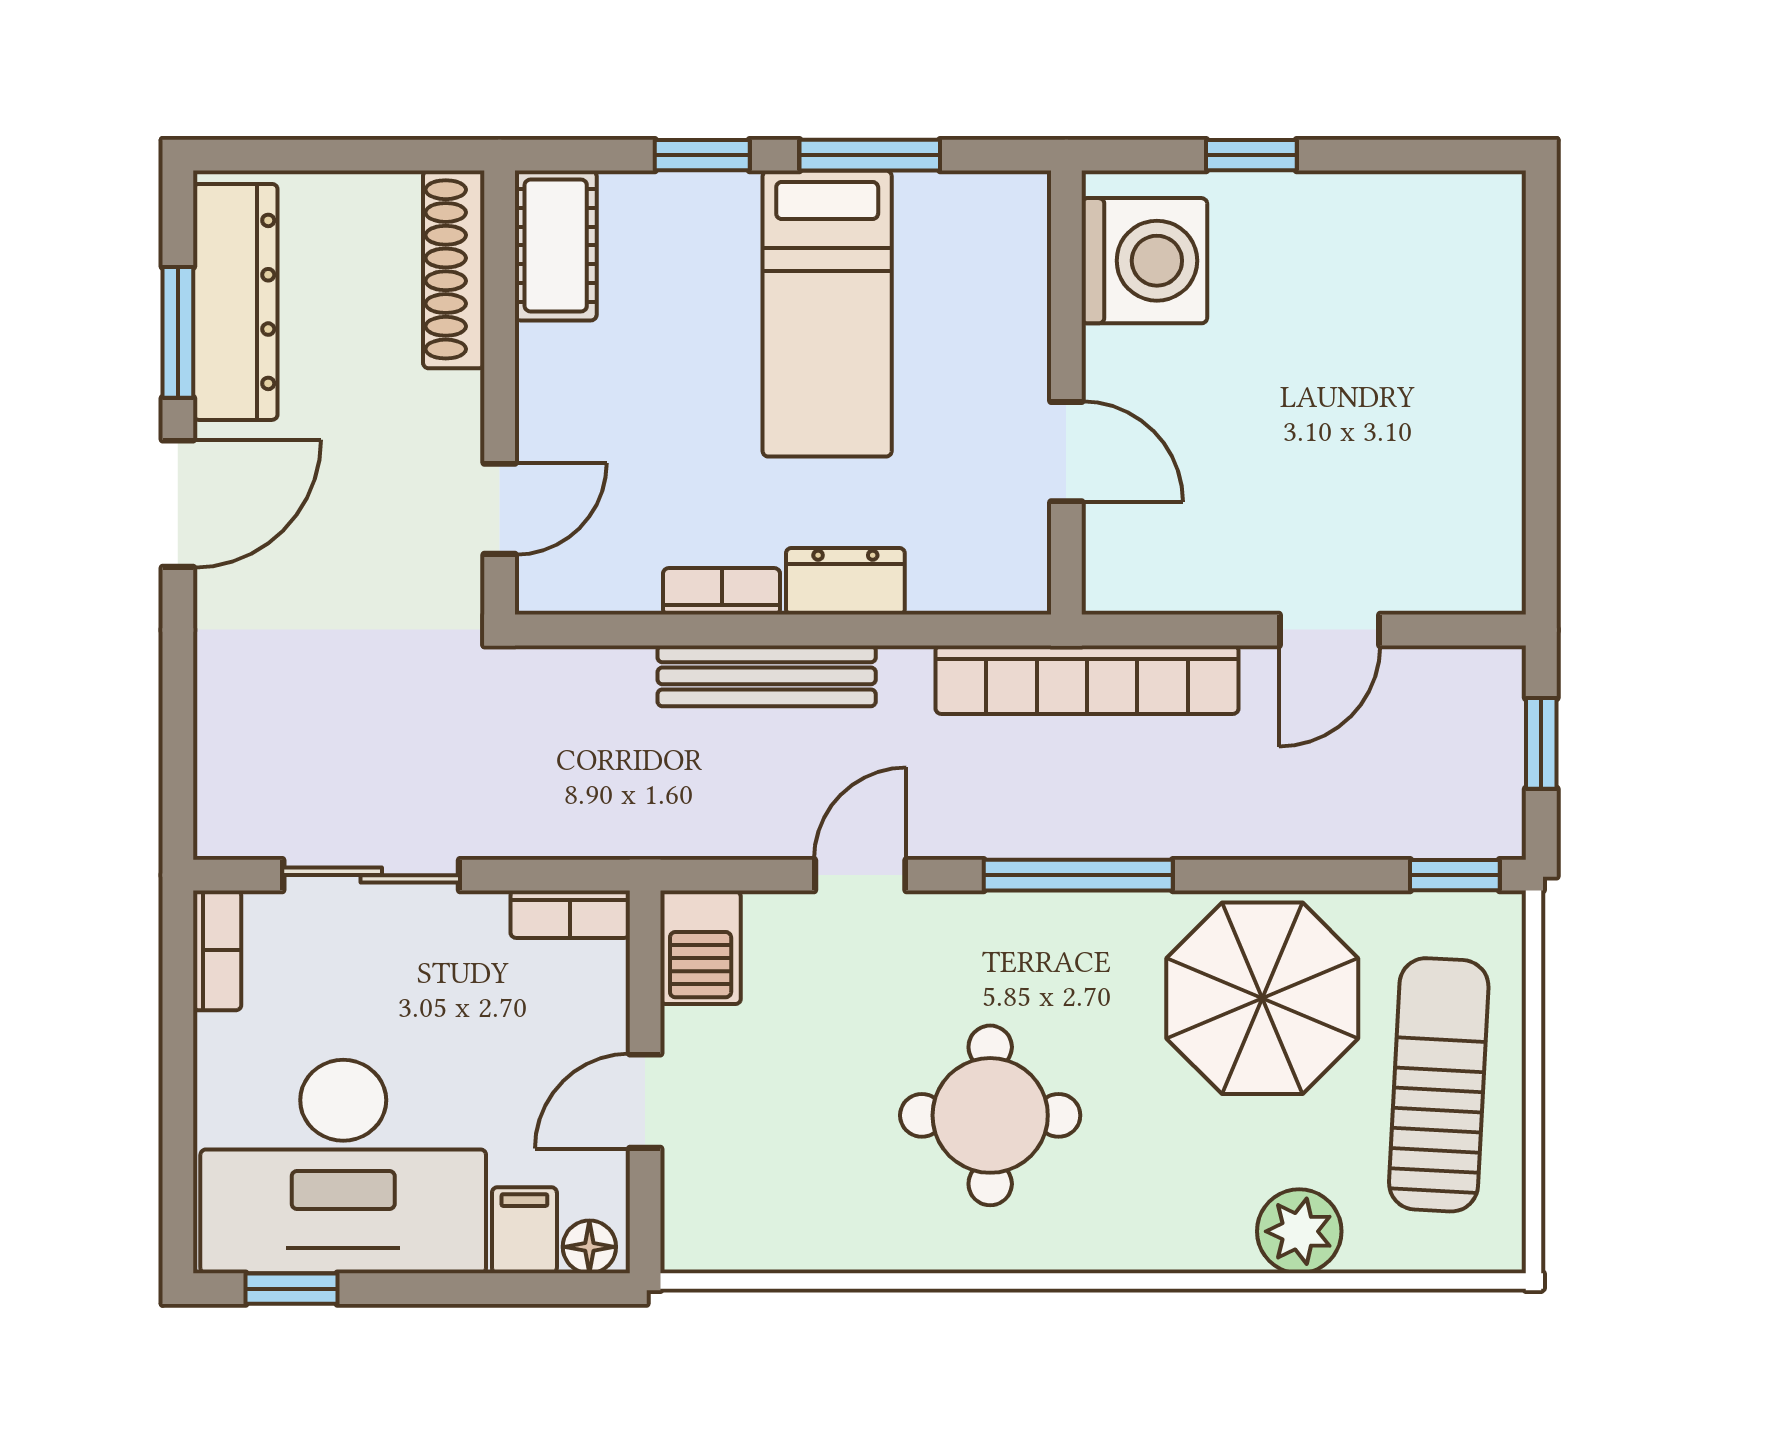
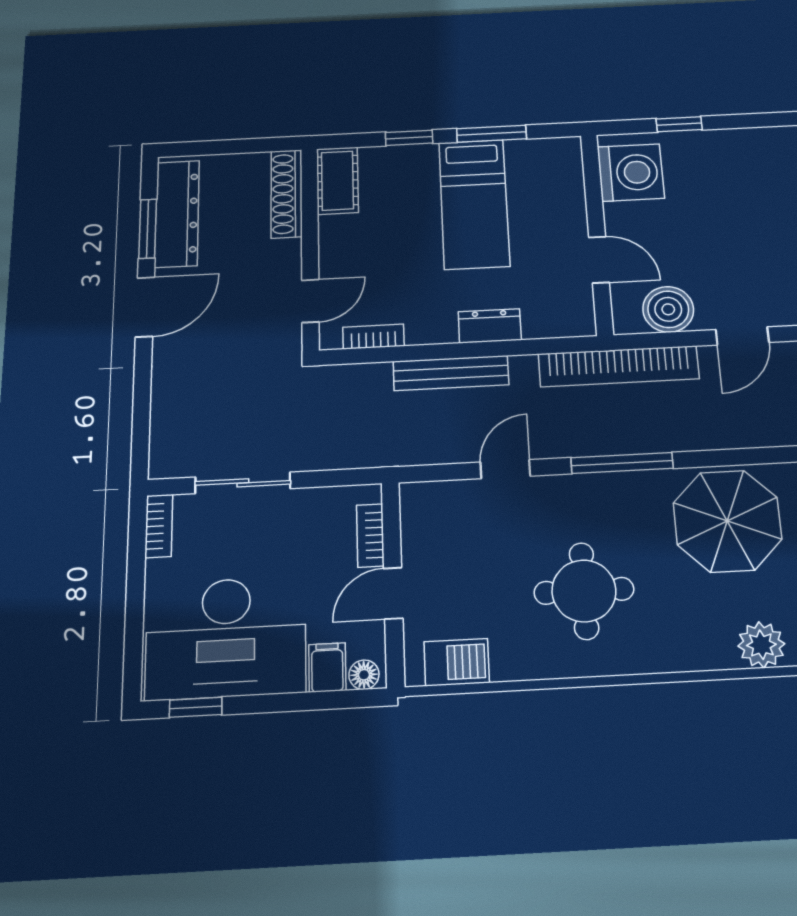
boiler: (1192, 566) -> (668, 309), added
bookcase: (722, 591) -> (373, 337), moved
bookcase: (570, 914) -> (370, 535), moved, turned 90
barbecue: (701, 948) -> (457, 662), moved, turned -90

